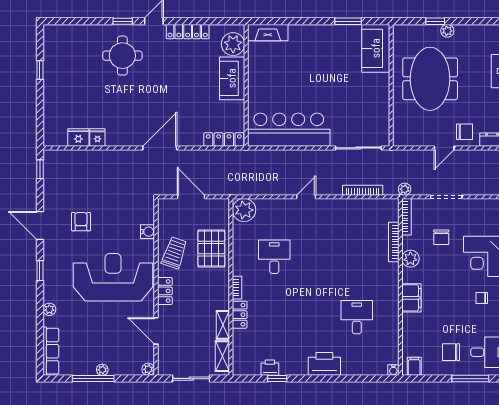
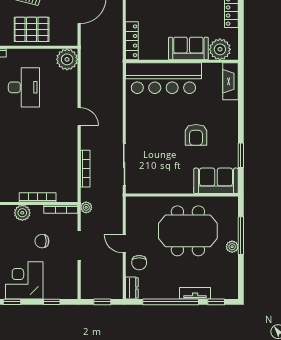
window: (435, 21) -> (241, 236), width x2.17
armchair: (326, 70) -> (196, 135), added
bar counter: (289, 130) -> (163, 78), moved, turned 90
desk: (274, 257) -> (24, 87), width x1.37

